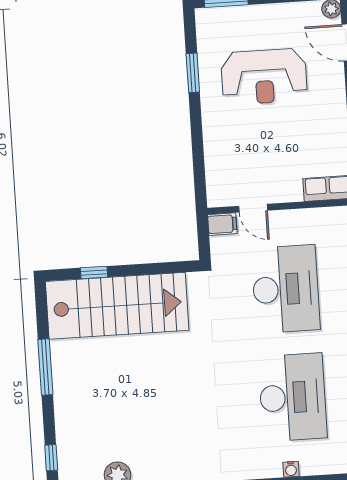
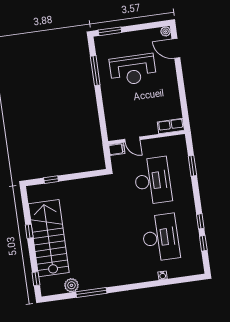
window: (193, 73) -> (95, 71), width x1.44
stairs: (117, 306) -> (49, 238), moved, turned -90
window: (45, 367) -> (29, 231), width x0.46

